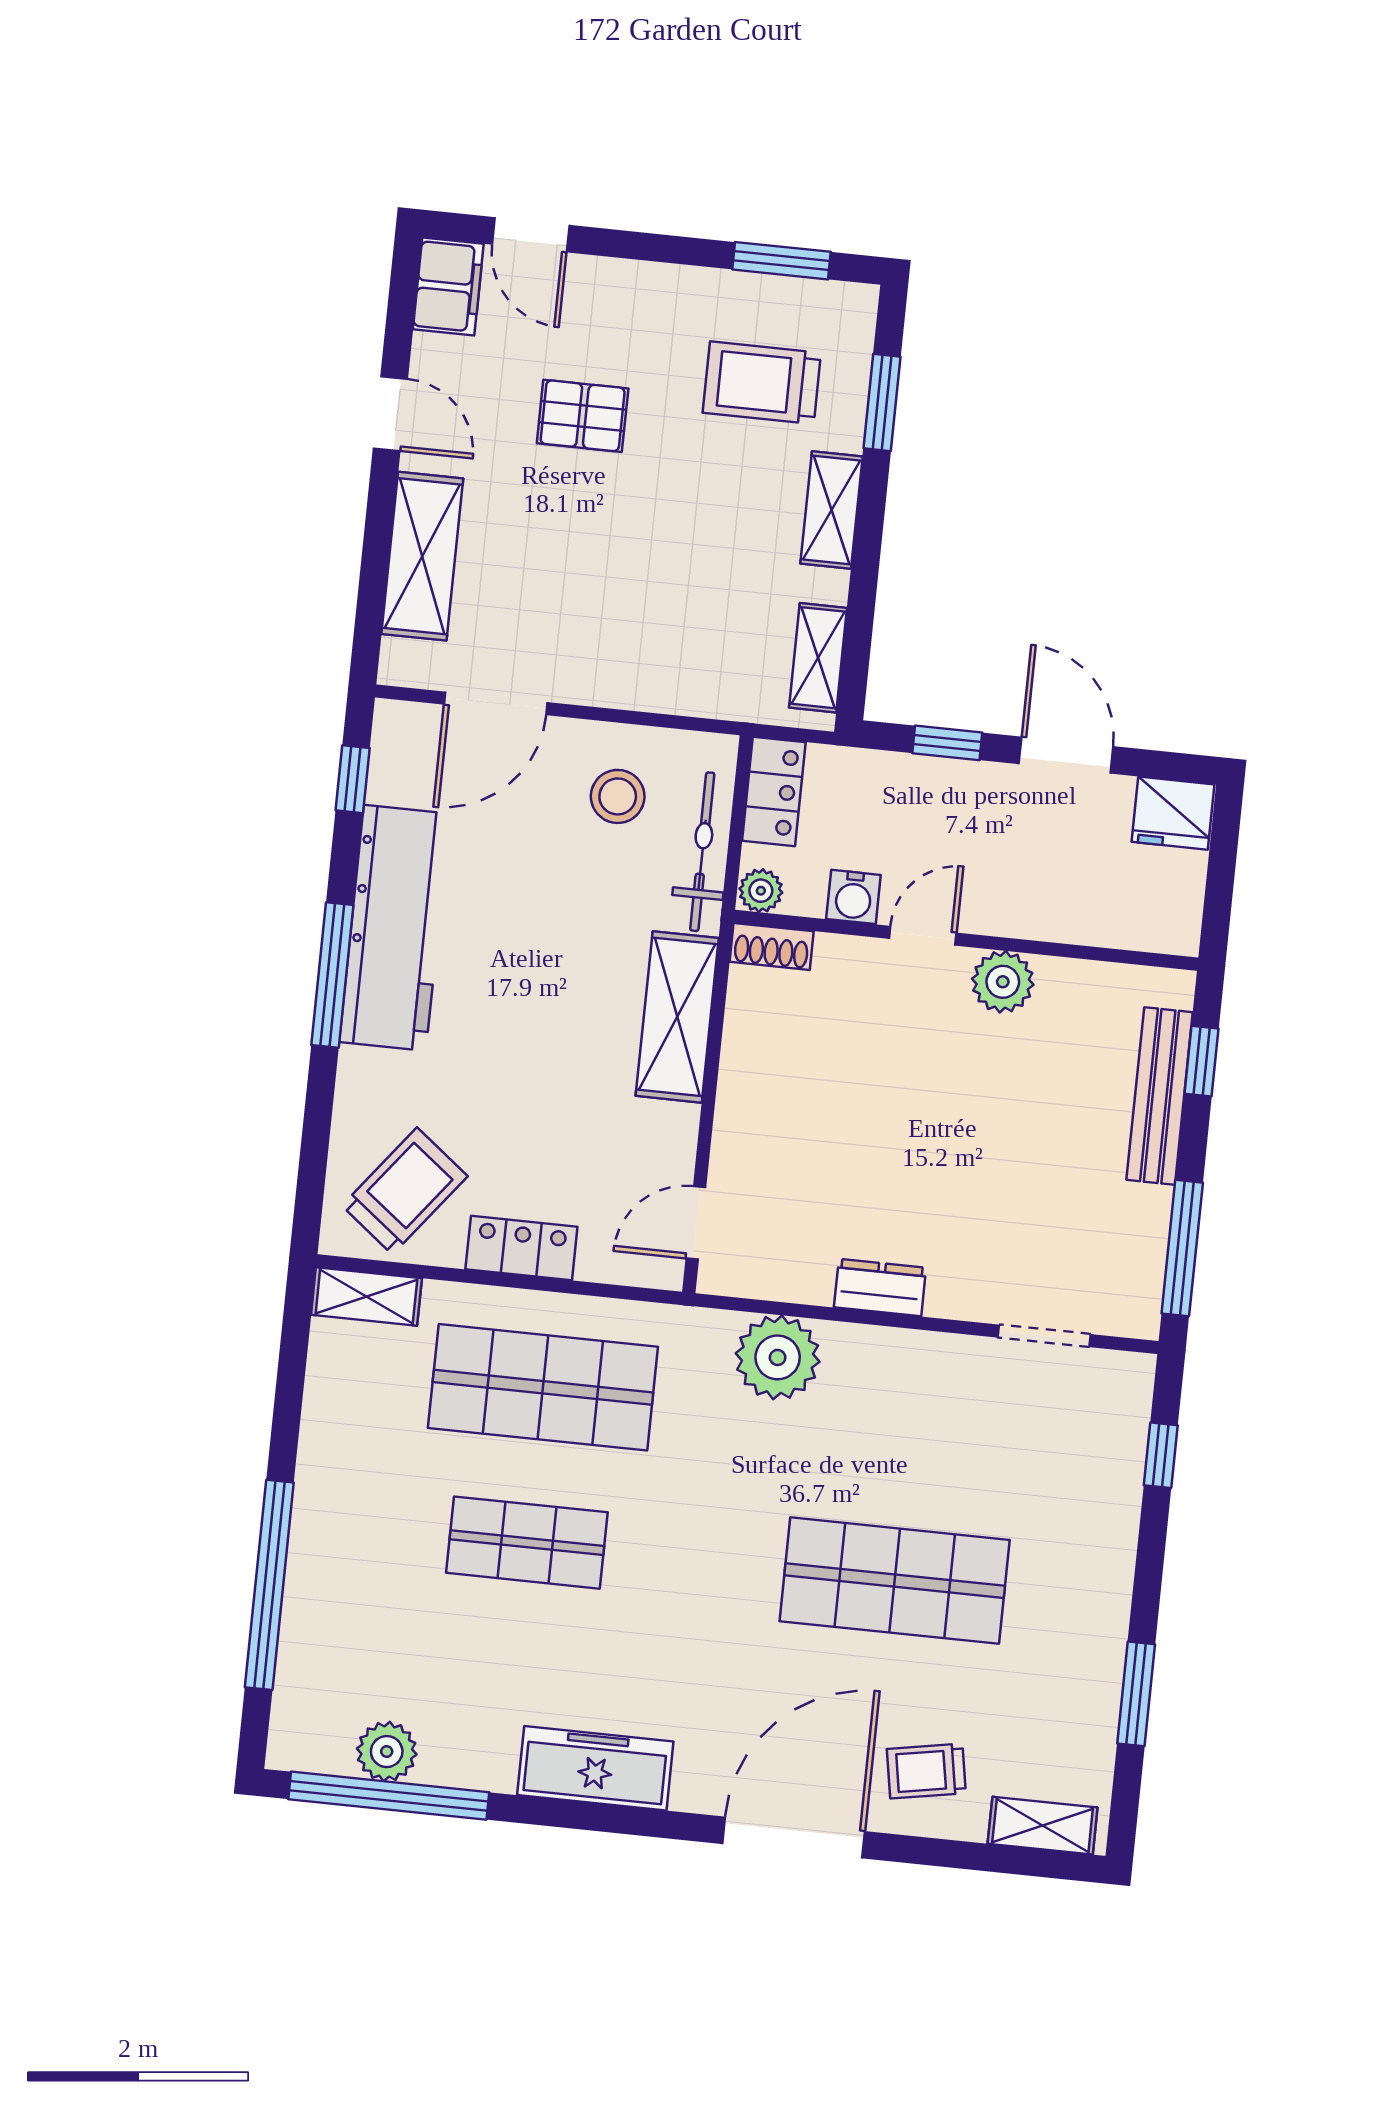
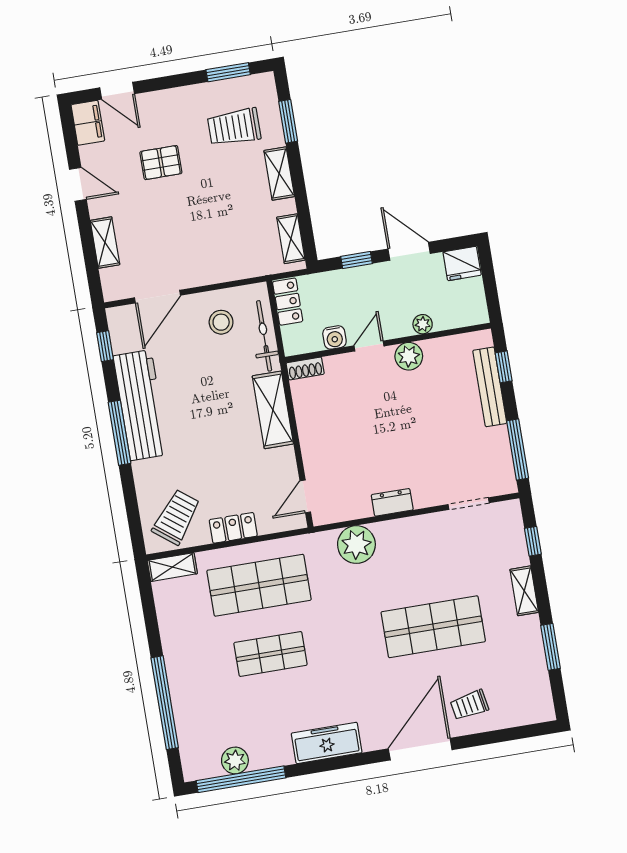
shelving: (422, 556) -> (105, 243), width x0.67, depth x0.75
plant: (761, 891) -> (423, 324), moved
shelving: (1043, 1826) -> (524, 591), moved, turned 90

